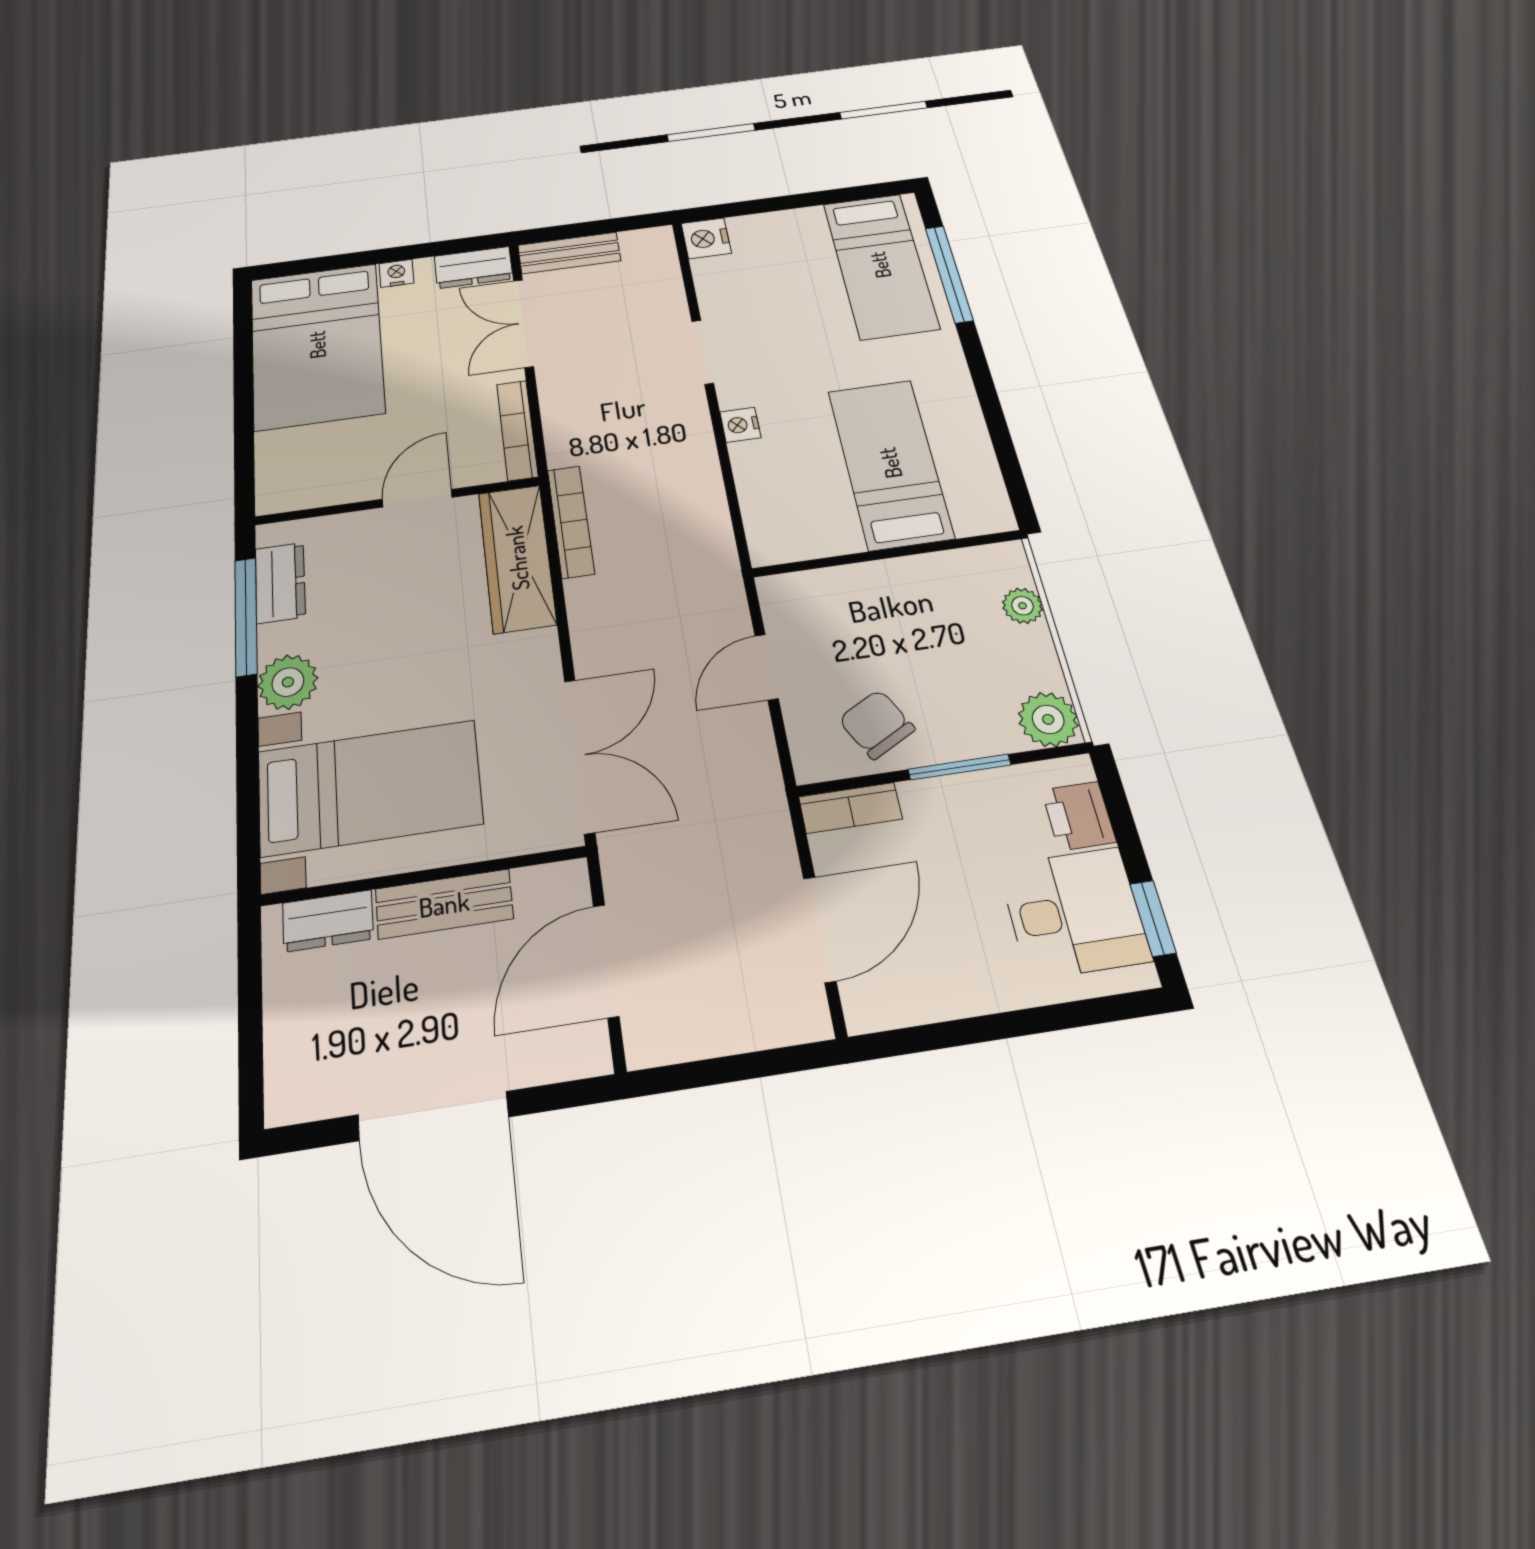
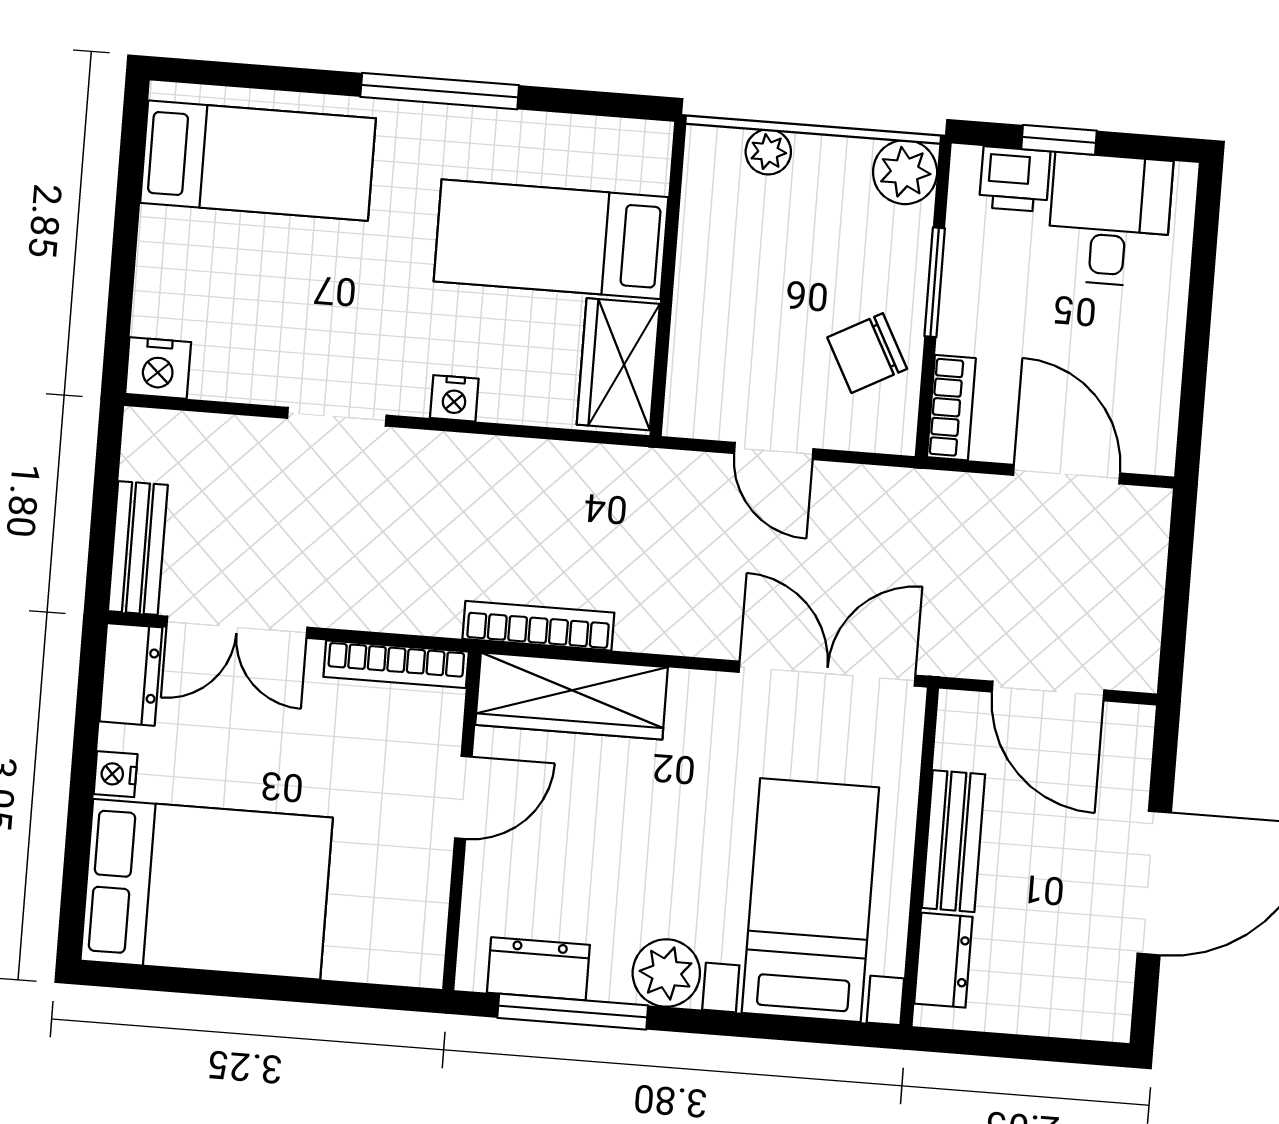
window: (949, 274) -> (440, 91), moved
door: (417, 498) -> (463, 797), swing flipped
wardrobe: (804, 533) -> (618, 364), added
window: (1153, 918) -> (1059, 140), moved

